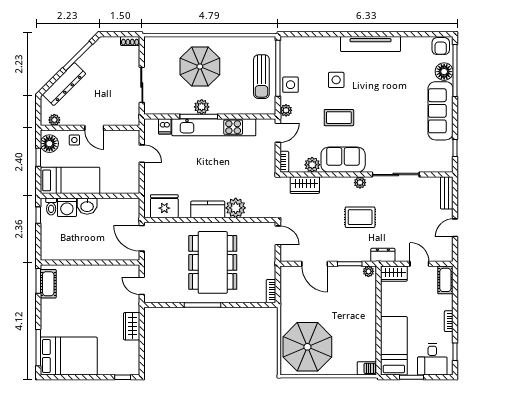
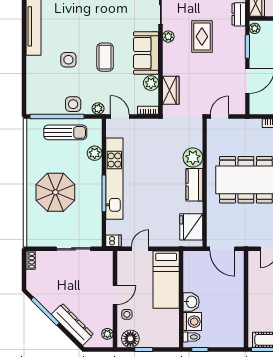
plant: (202, 107) -> (95, 153), moved
dishwasher: (165, 126) -> (114, 241), moved
bed: (70, 180) -> (166, 280), moved, turned 180
door: (142, 238) -> (222, 249), hinge flipped

